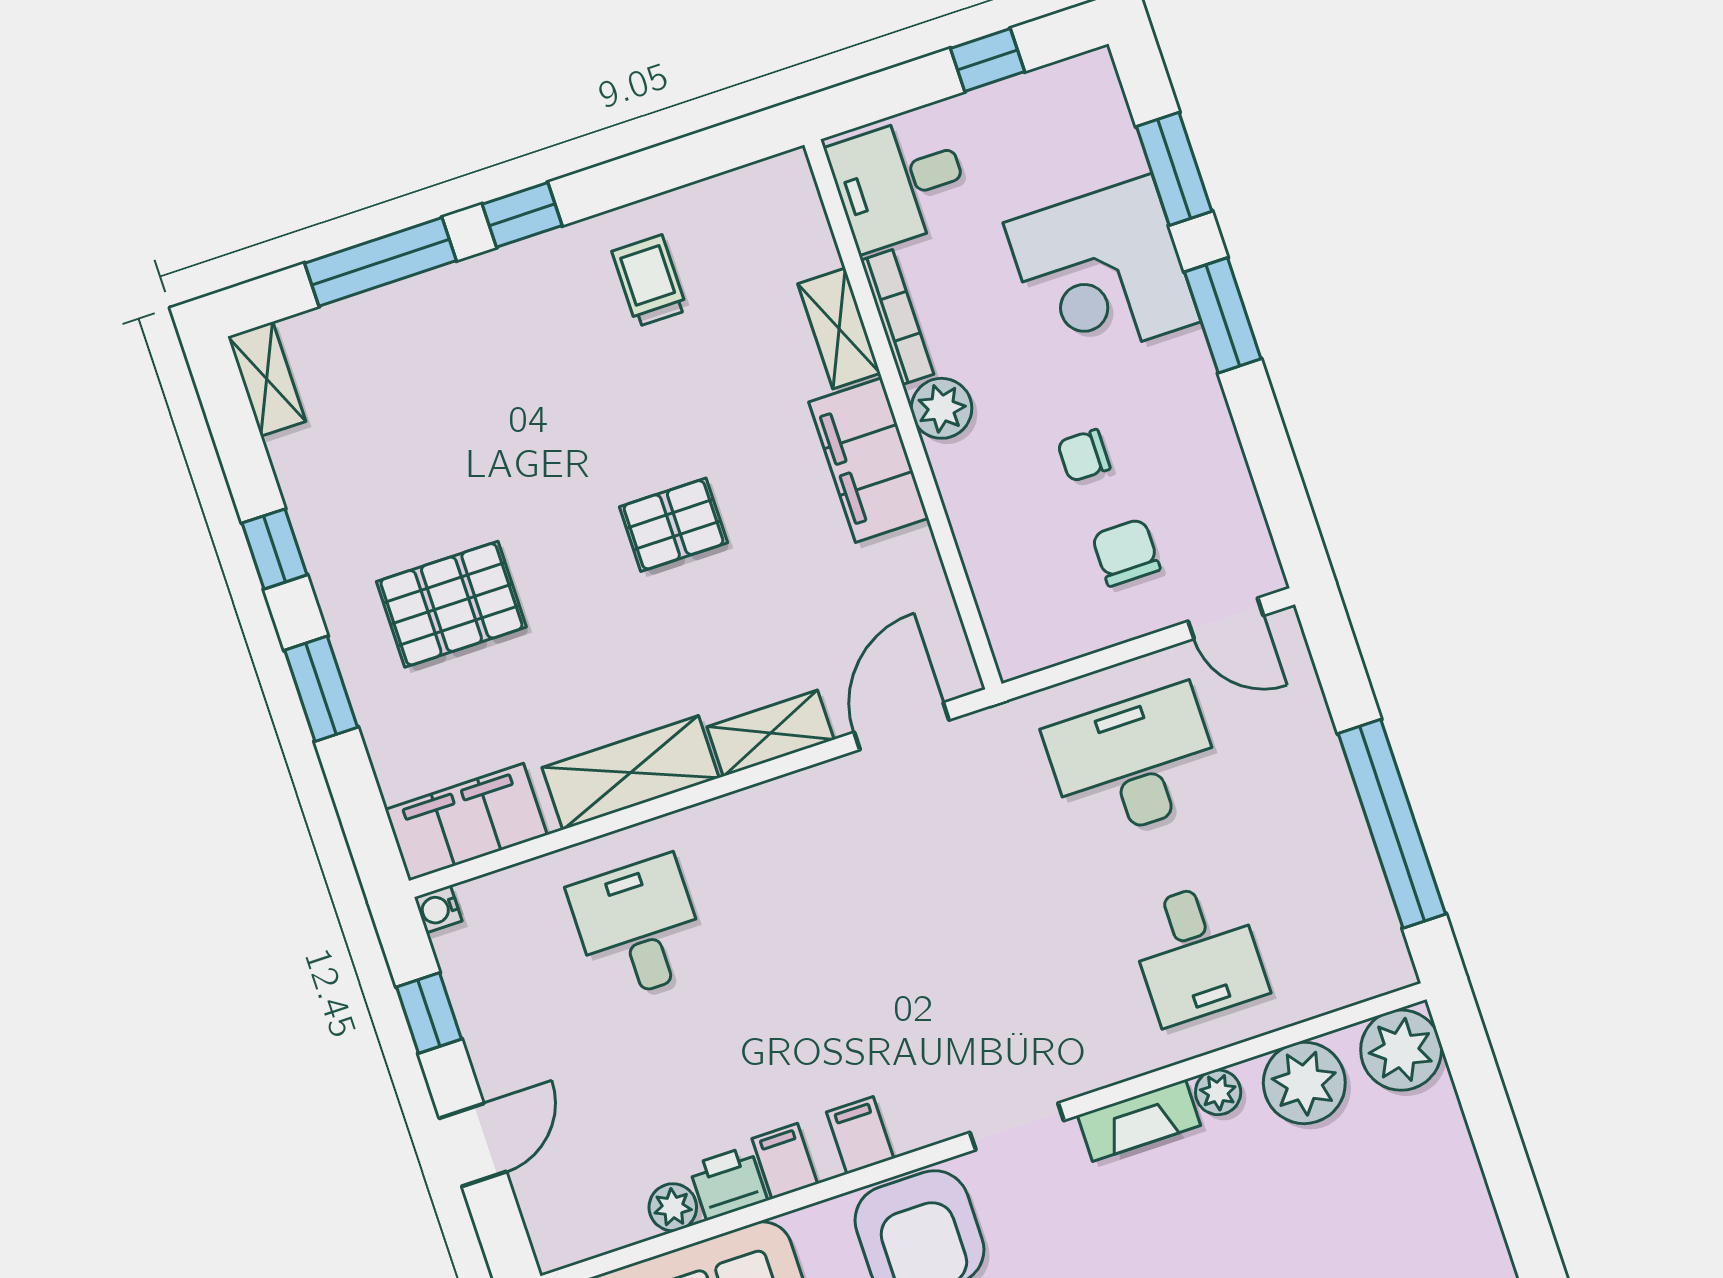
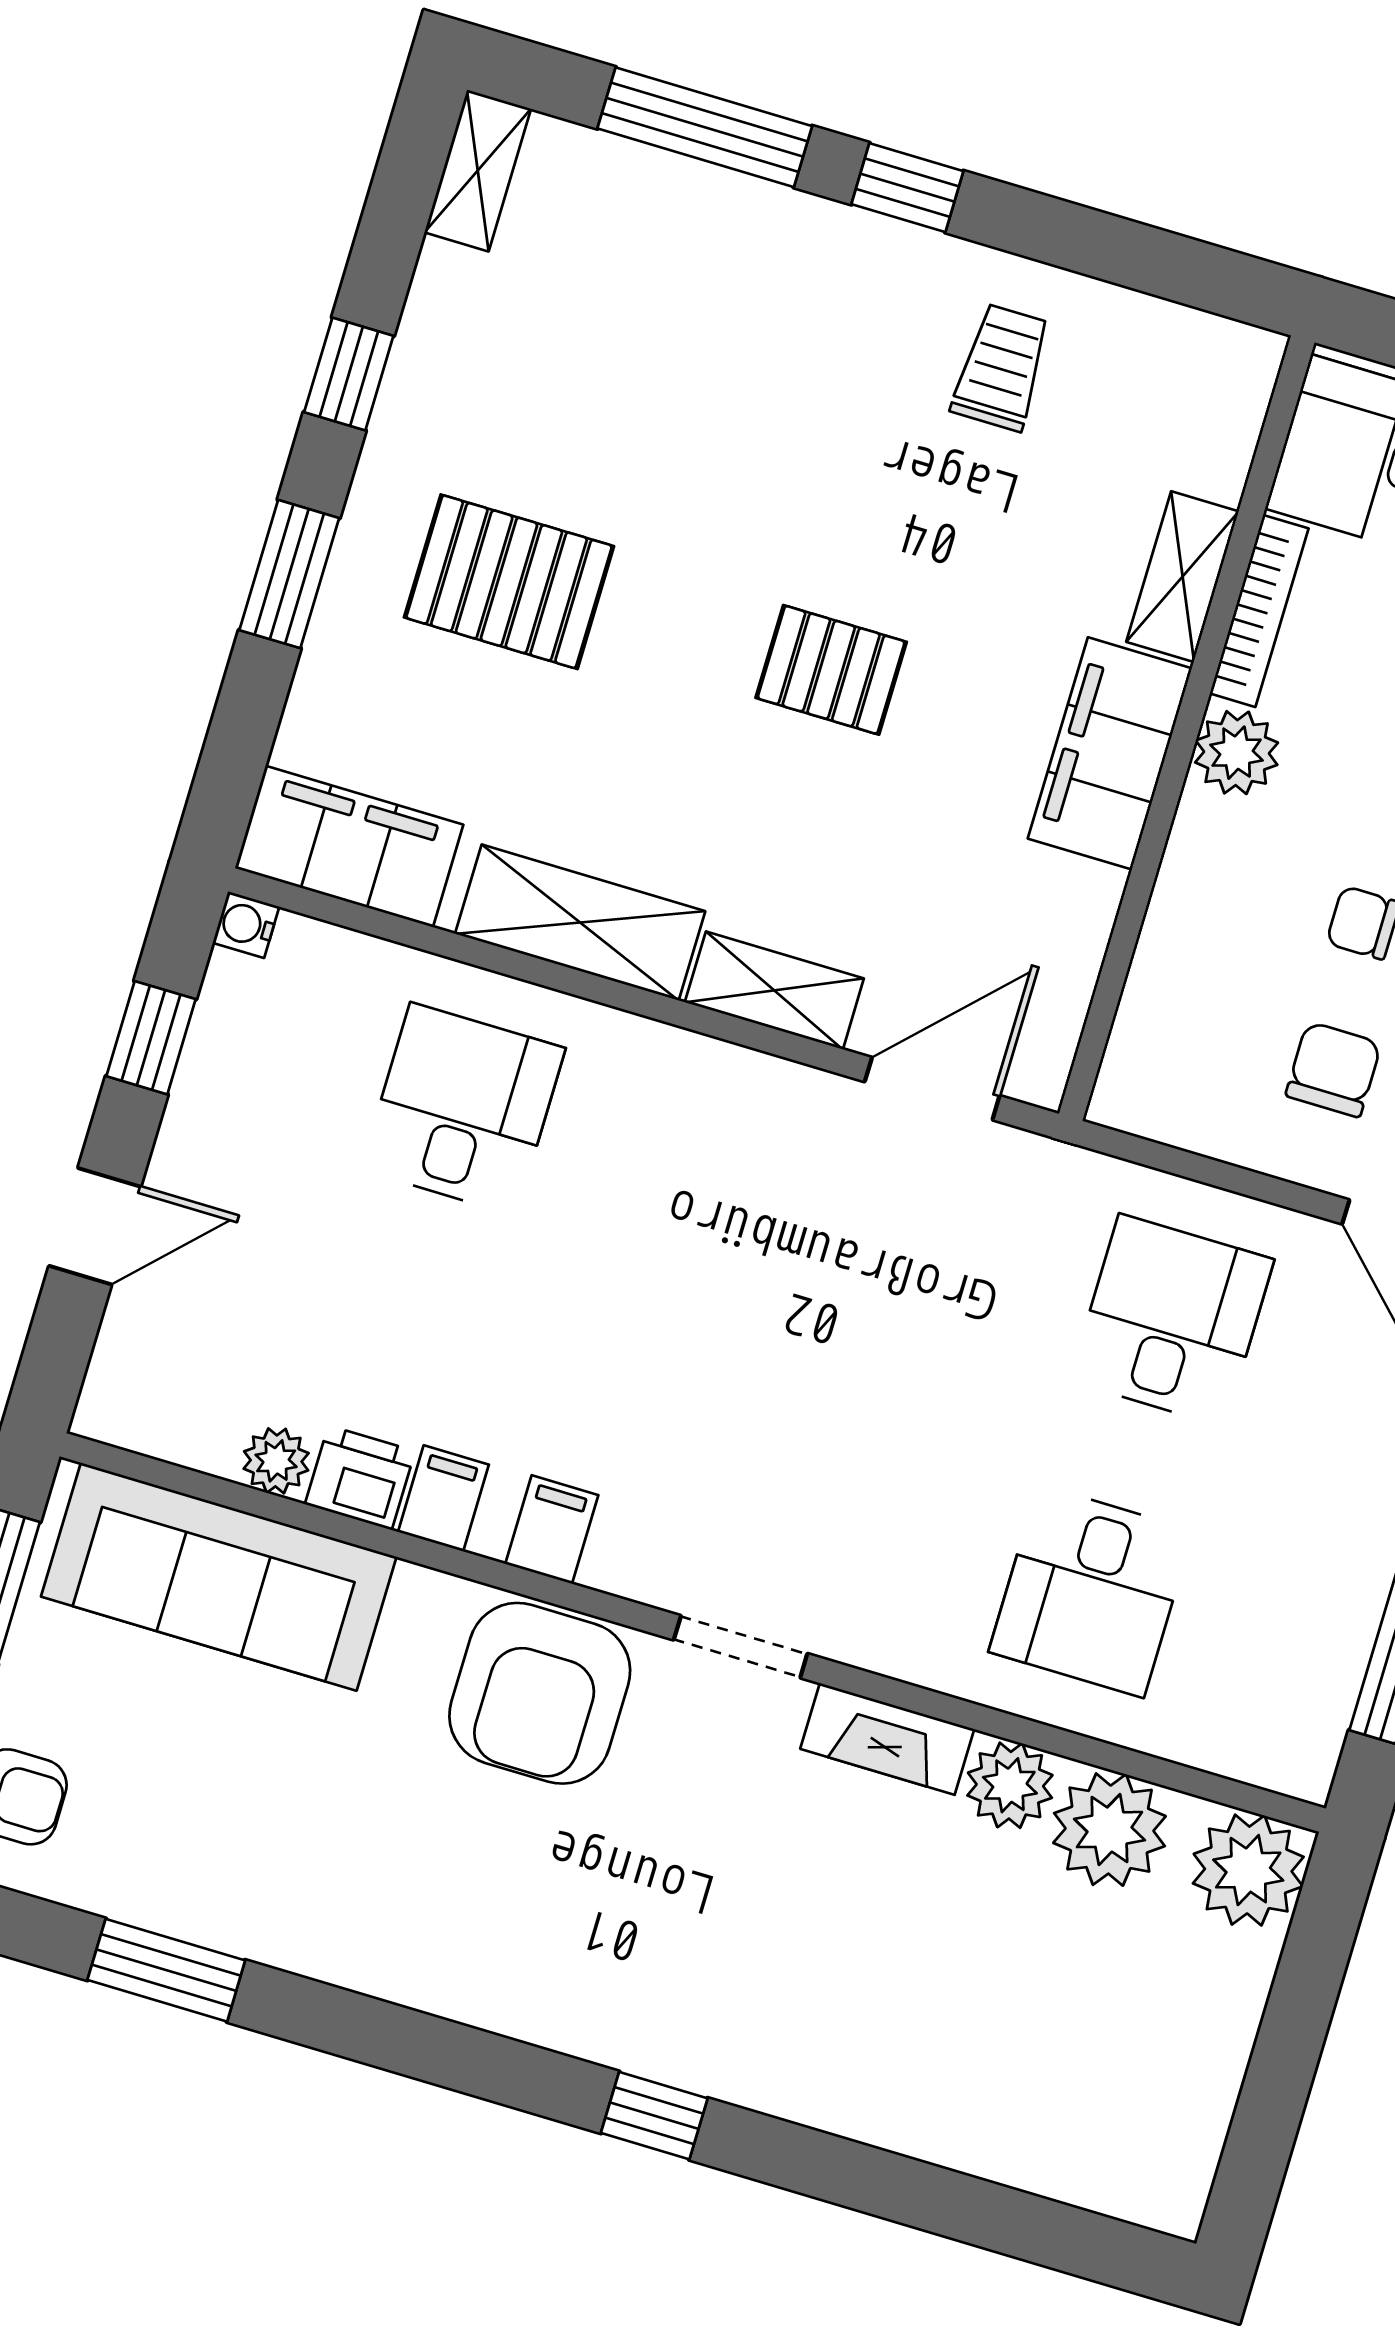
desk: (1134, 763) -> (1172, 1320), width x0.73
plant: (1218, 1092) -> (1010, 1785), width x1.38, depth x1.38

